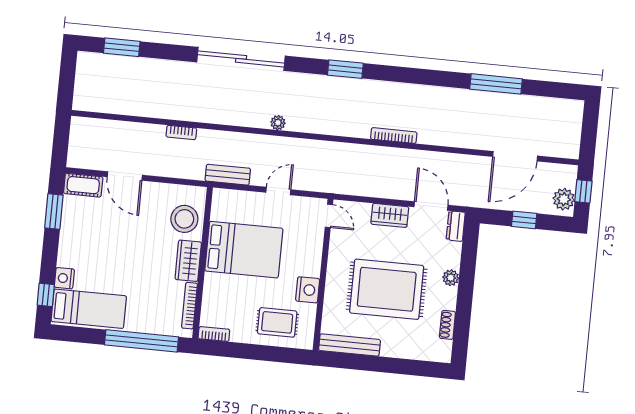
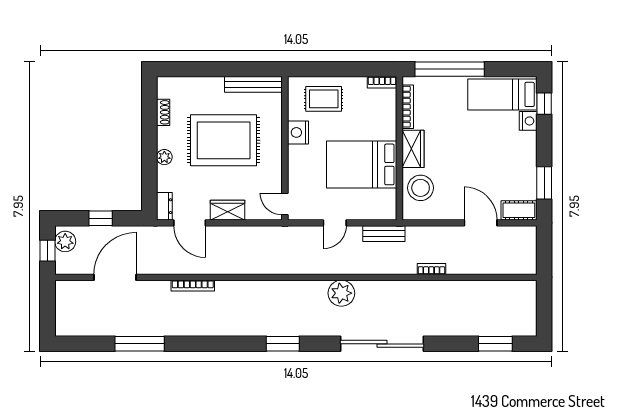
plant: (278, 123) -> (341, 293), width x1.87, depth x1.87
bookcase: (394, 136) -> (193, 286), moved

